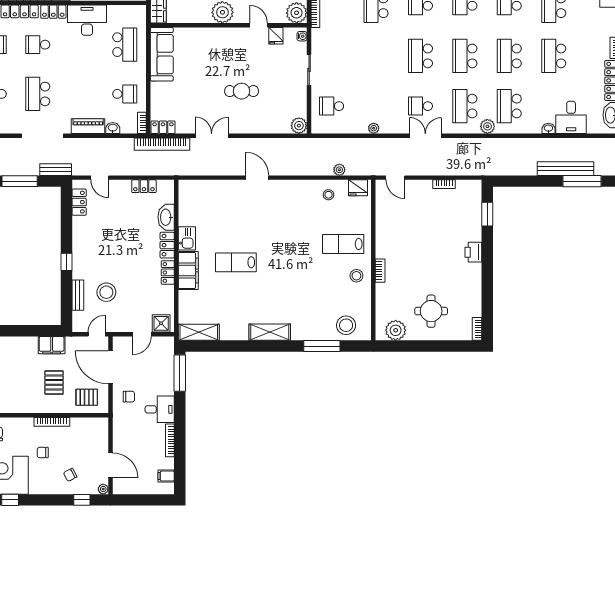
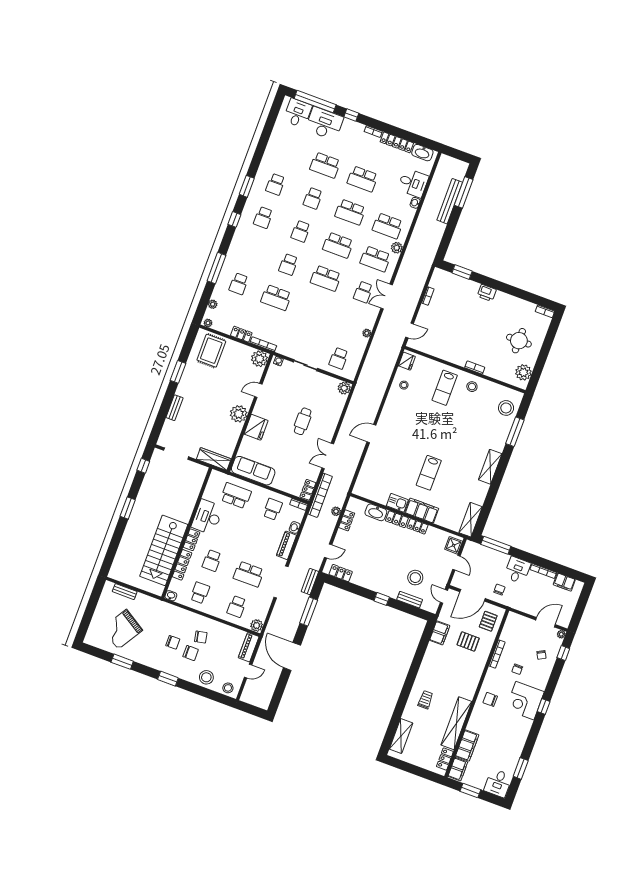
fridge: (276, 36) -> (256, 427), moved, width x1.88, depth x1.34
plant: (339, 170) -> (336, 511), moved
filing cabinet: (166, 476) -> (564, 582), width x2.00

